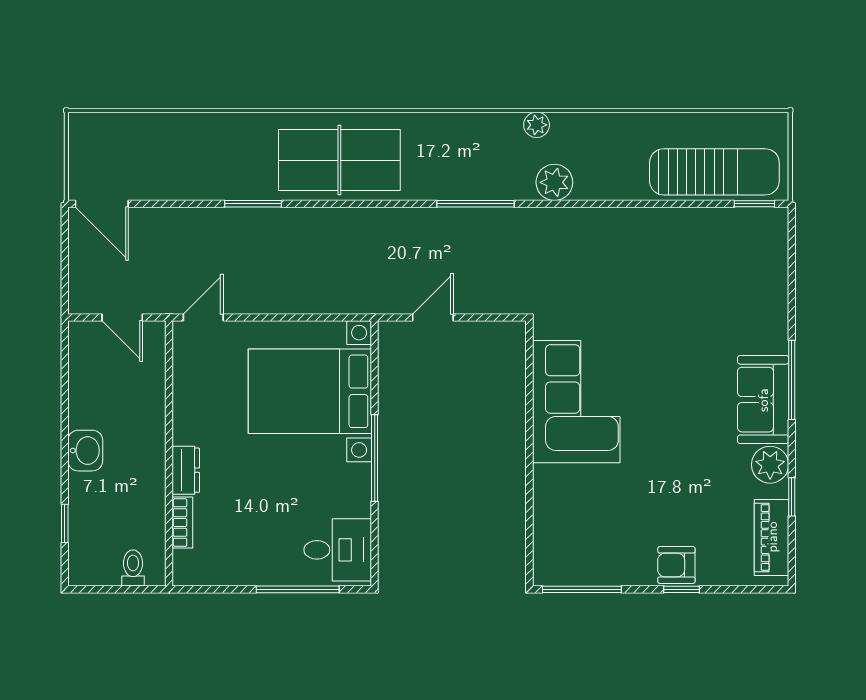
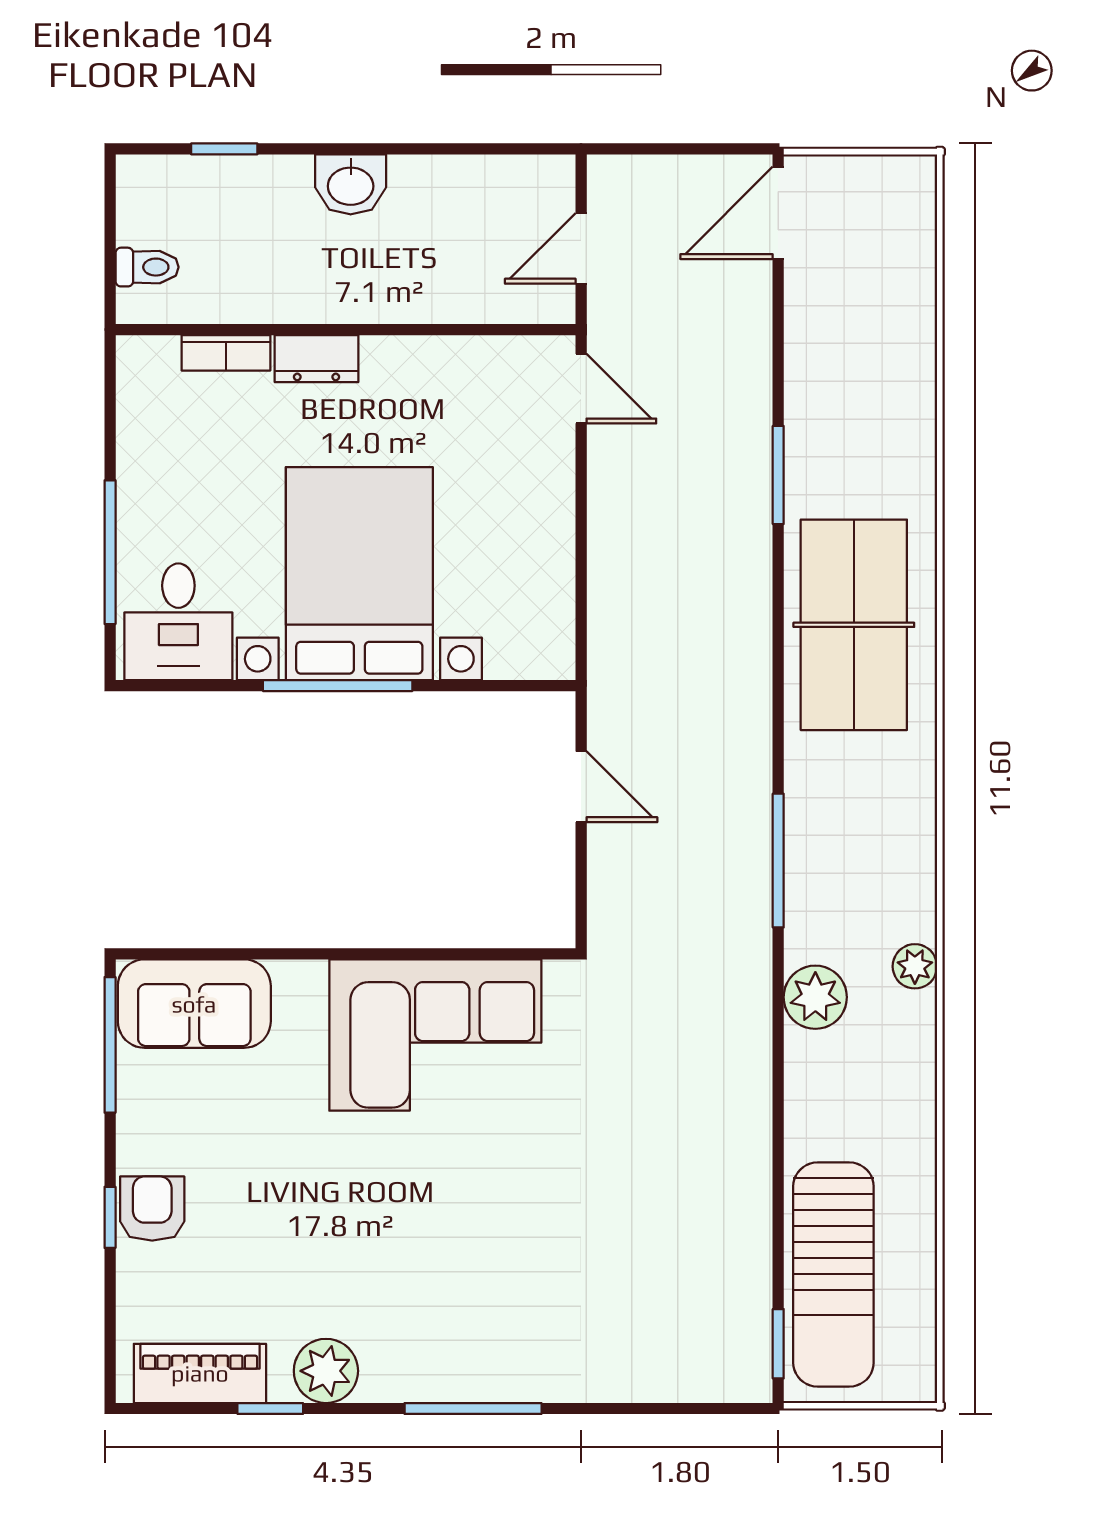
bed with nightstands: (310, 391) -> (359, 574), moved
sofa: (763, 400) -> (194, 1004), moved, turned 180

